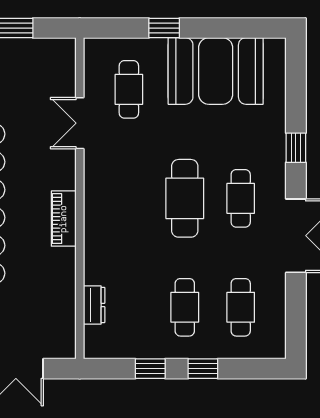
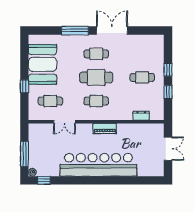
window: (296, 148) -> (75, 31), width x2.17
cafe table: (241, 307) -> (96, 101), moved

